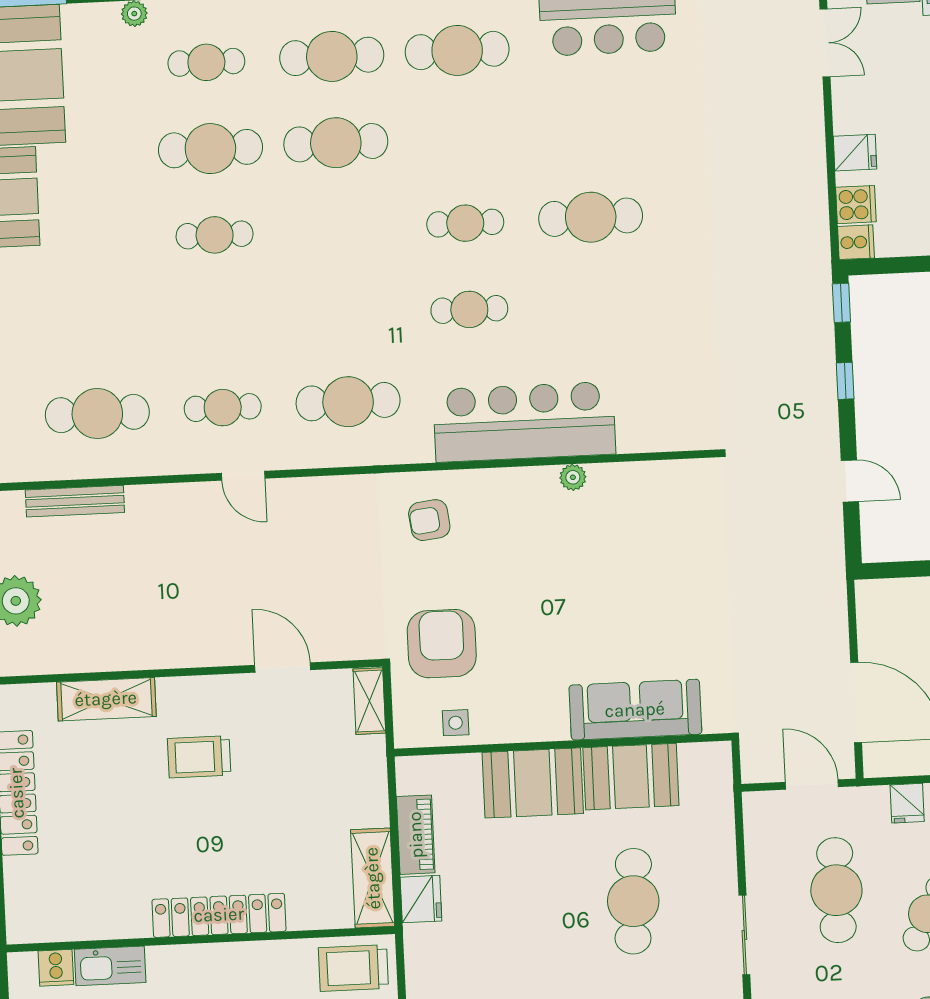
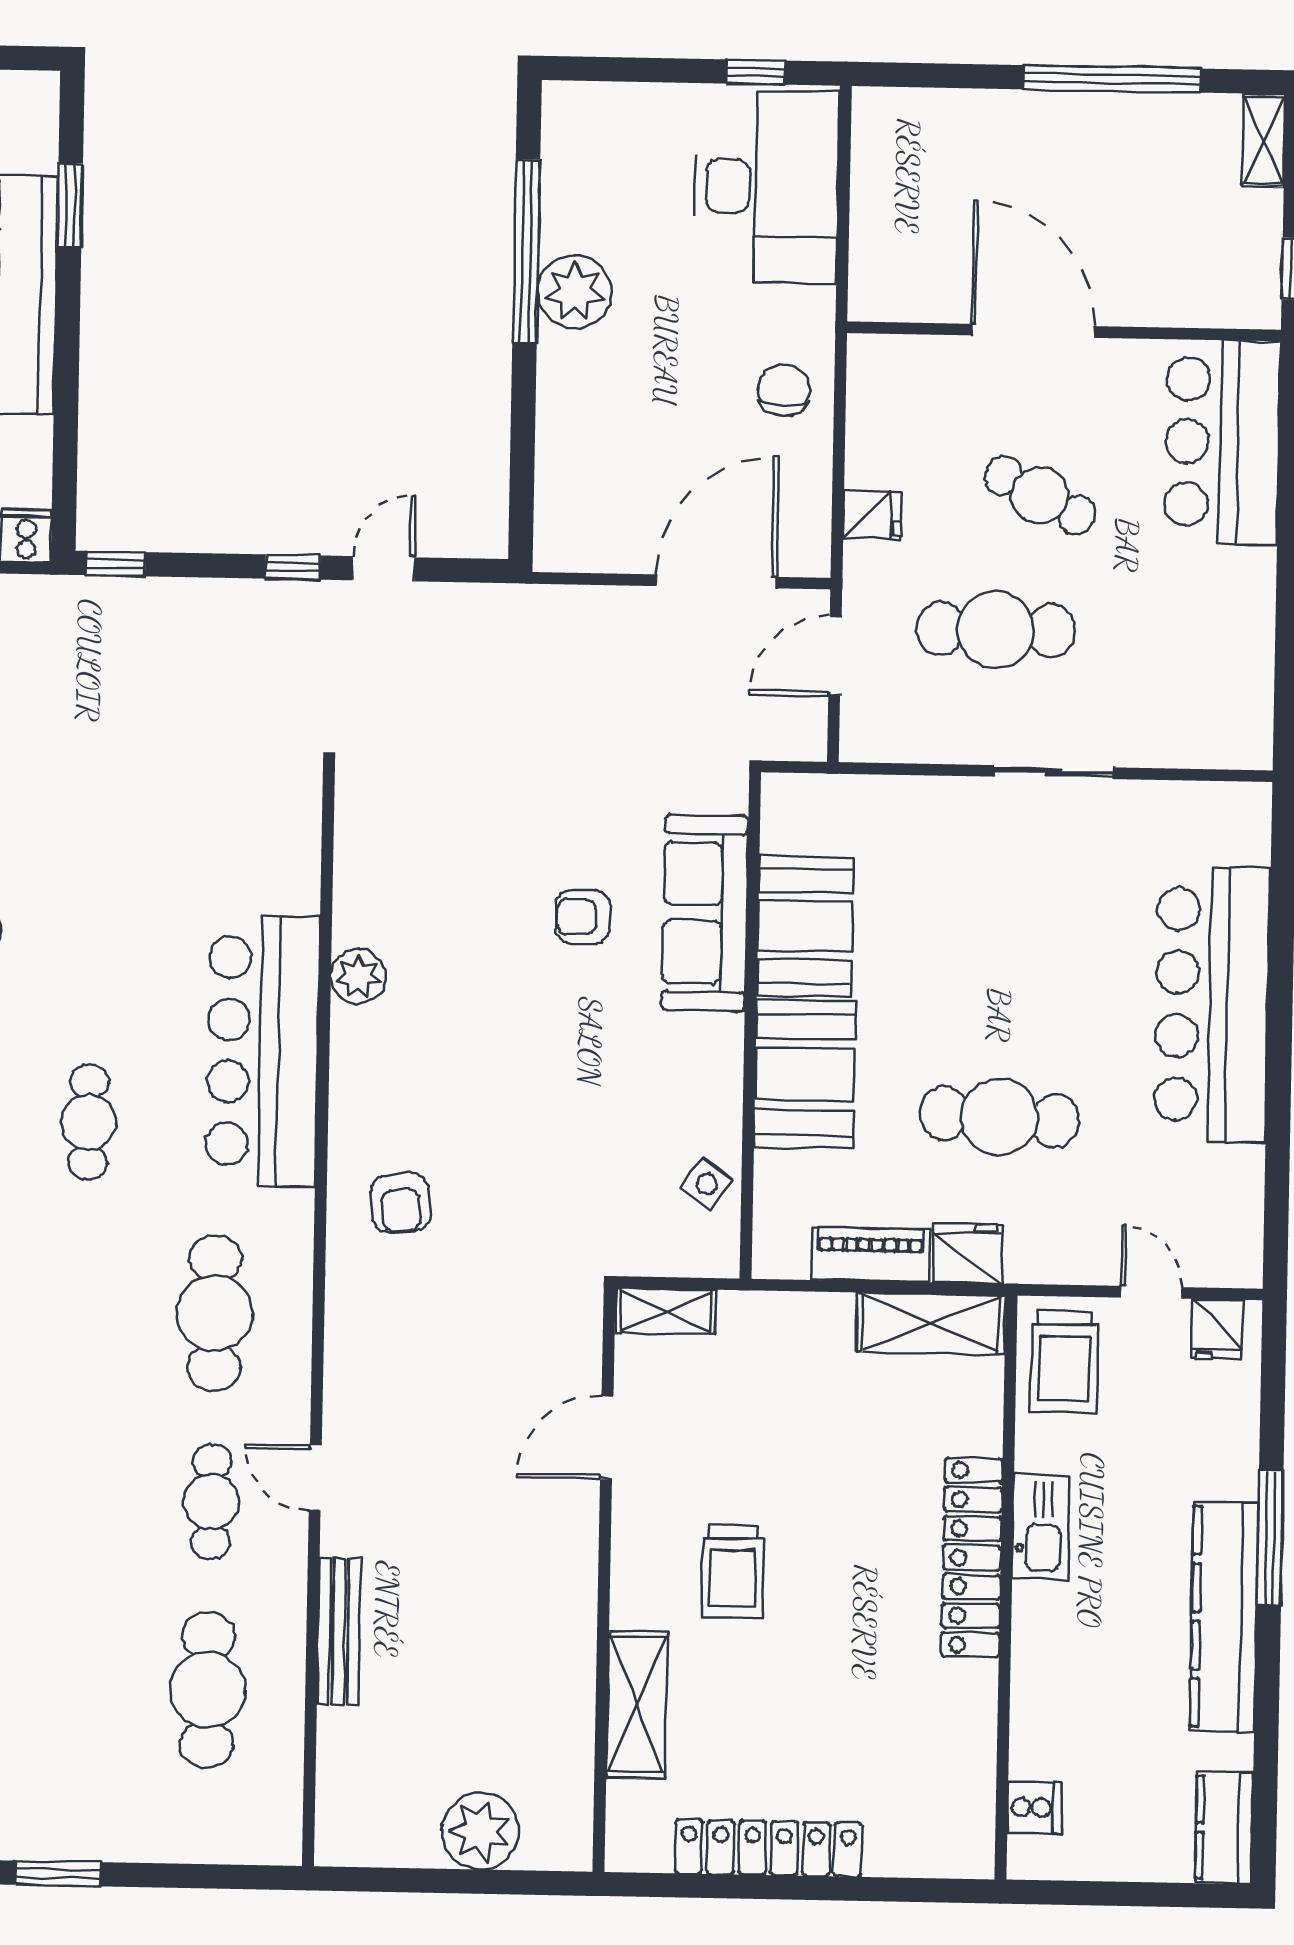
window: (845, 381) -> (293, 567), moved
door: (243, 476) -> (315, 1478), swing flipped
plant: (573, 477) -> (358, 976), width x1.38, depth x1.38
bench: (75, 501) -> (339, 1631), moved
armchair: (442, 644) -> (583, 917), moved, width x0.53, depth x0.53
side table: (456, 723) -> (707, 1184), turned 35
cafe table: (633, 901) -> (1000, 1117), moved
kitchen sink: (110, 966) -> (1041, 1527), moved

